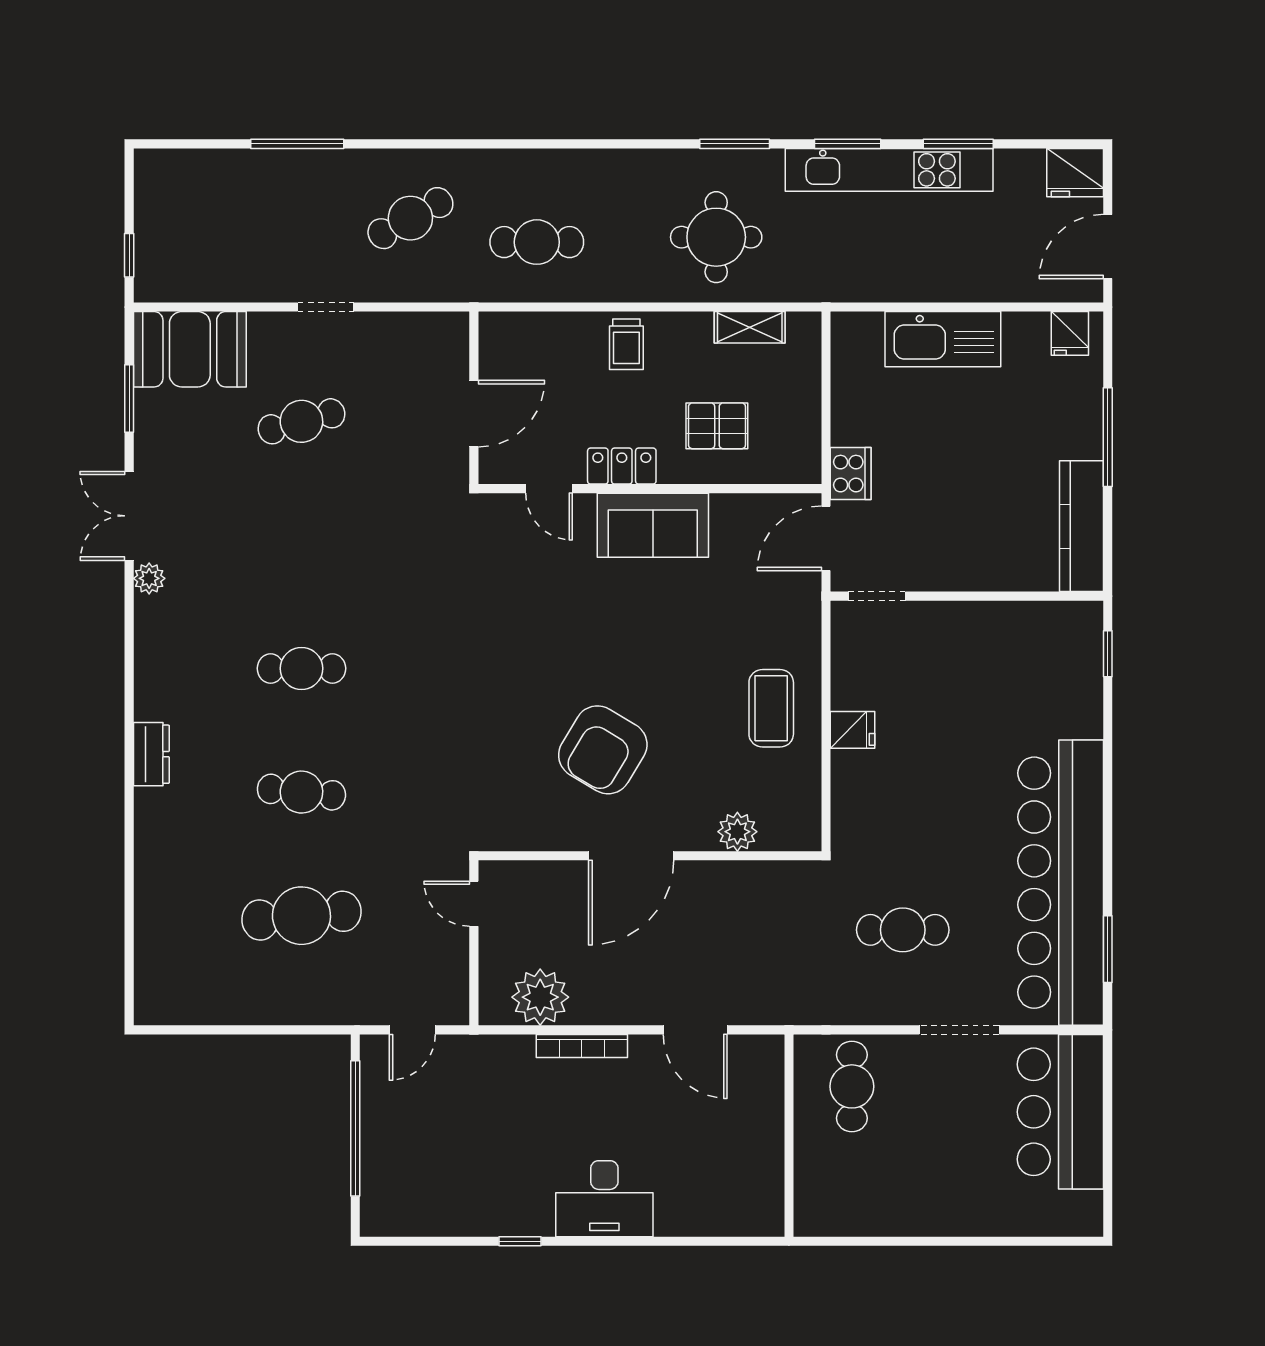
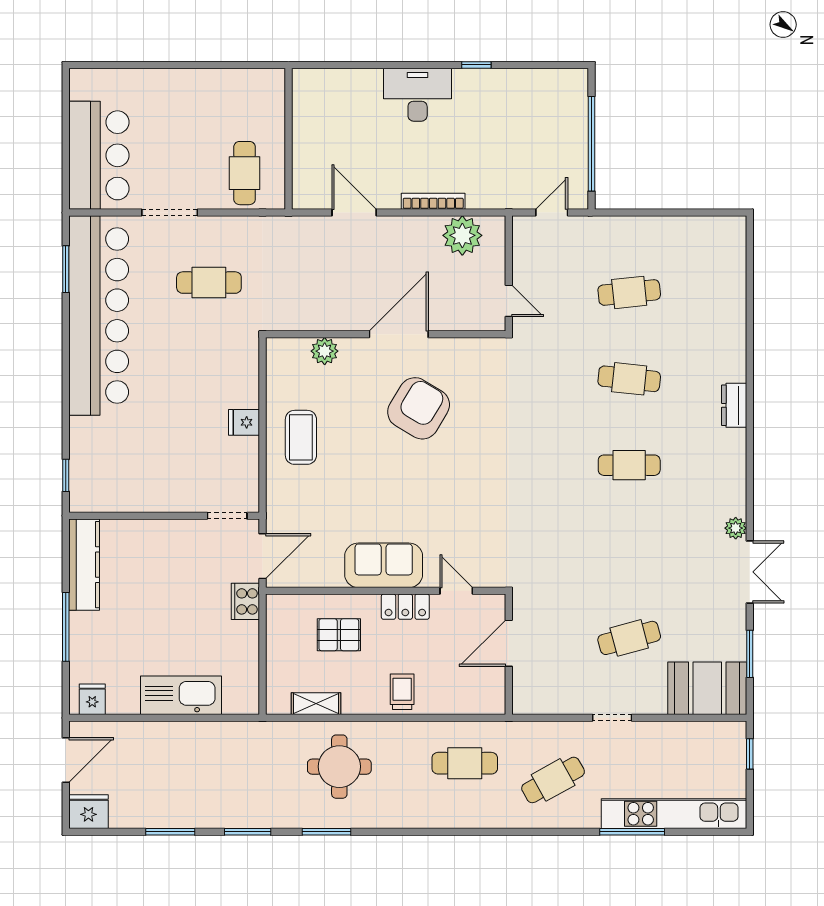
kitchen unit: (889, 170) -> (674, 814), moved
cafe table: (301, 916) -> (629, 292), width x0.73, depth x0.74

